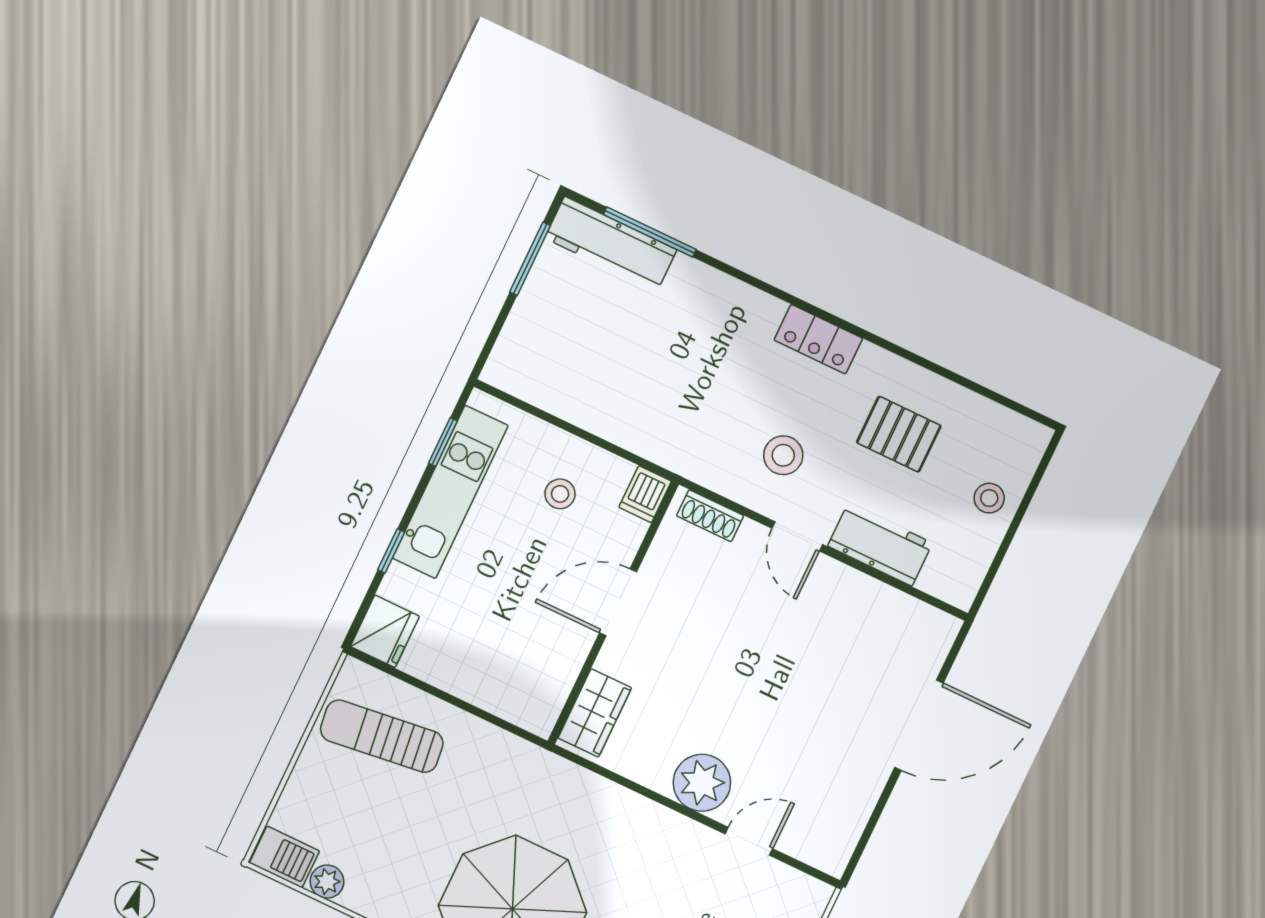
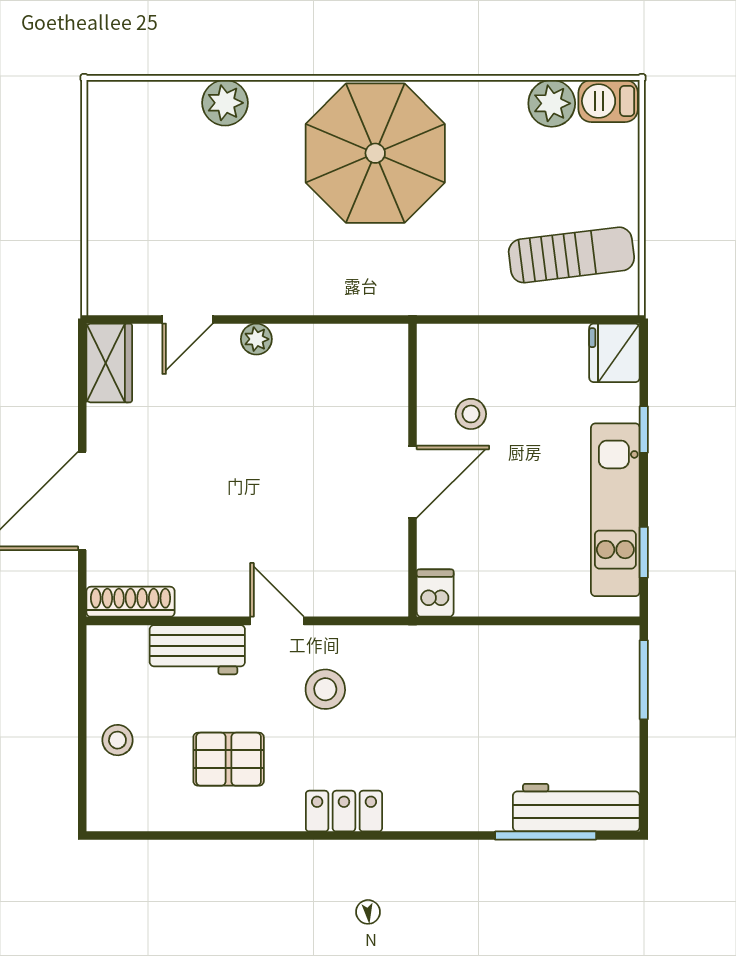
window: (530, 259) -> (644, 680), moved
stool: (560, 494) -> (471, 414), moved
shoe rack: (710, 516) -> (131, 602), moved, width x1.43
wardrobe: (595, 713) -> (109, 363), moved, turned 180
plant: (702, 783) -> (256, 339), width x0.53, depth x0.53
plant: (327, 882) -> (552, 103), width x1.38, depth x1.38

